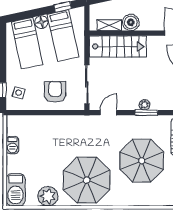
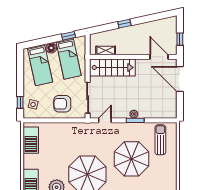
boiler: (131, 22) -> (123, 48), removed
armchair: (55, 92) -> (62, 104), turned -90
barbecue: (12, 145) -> (31, 140), width x1.88, depth x1.53

